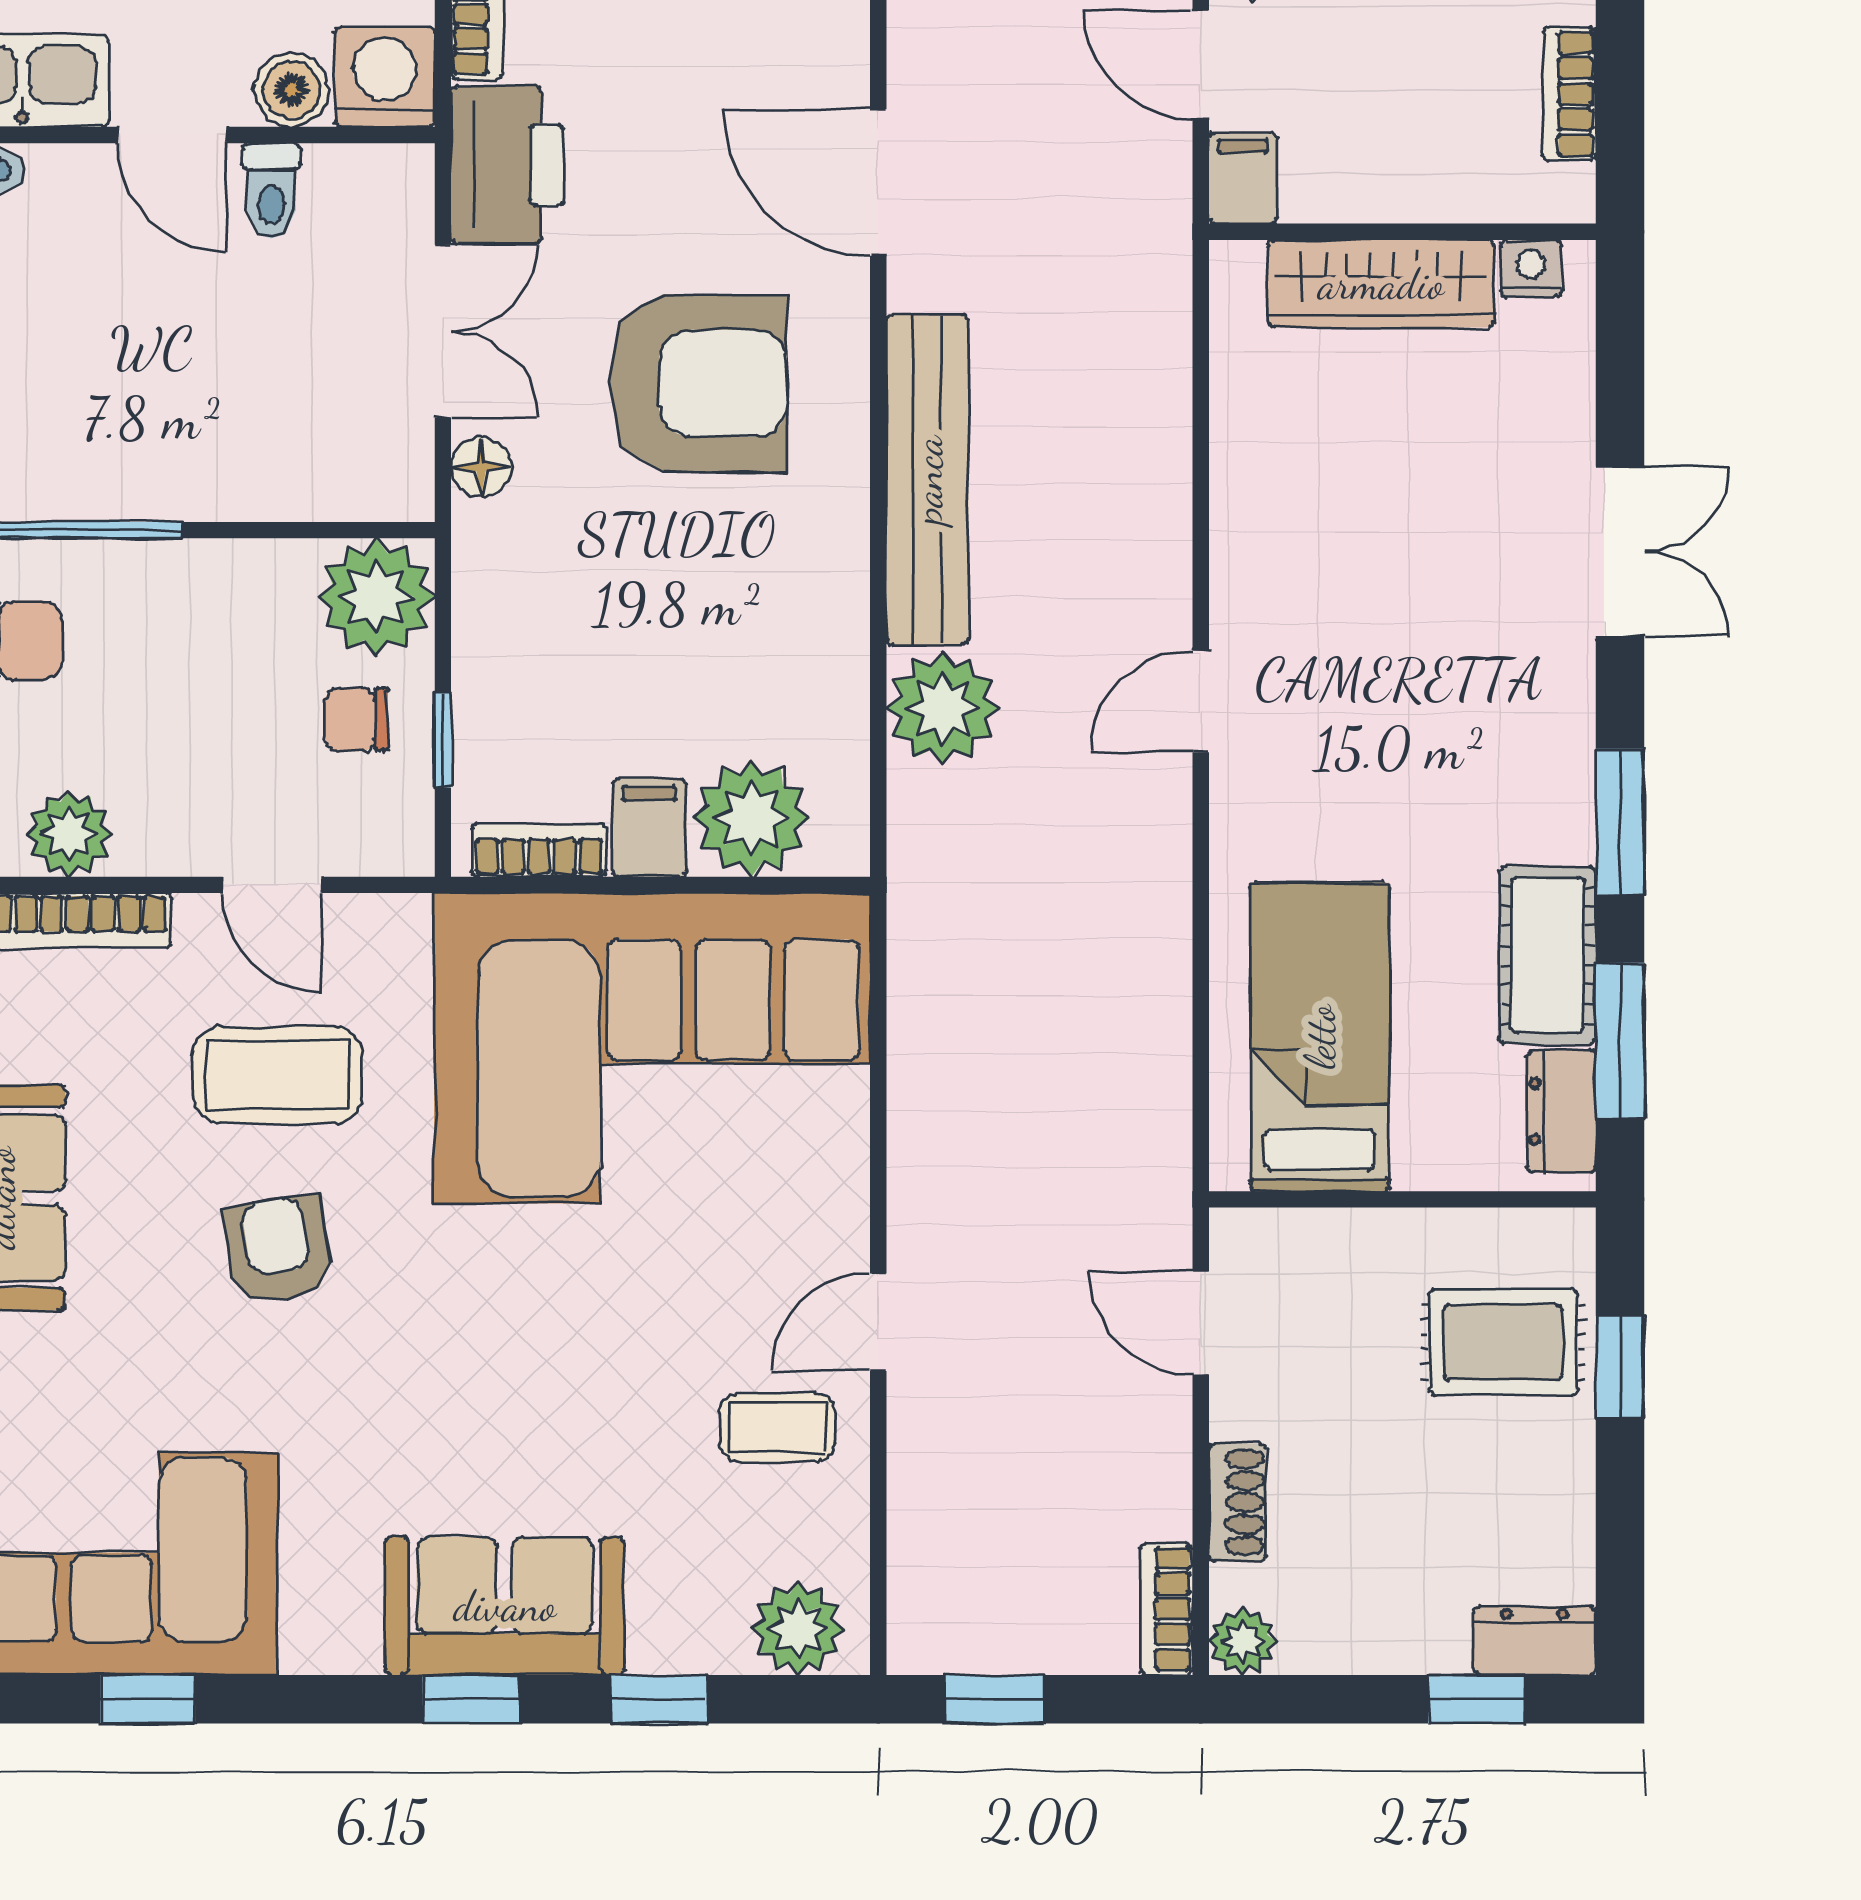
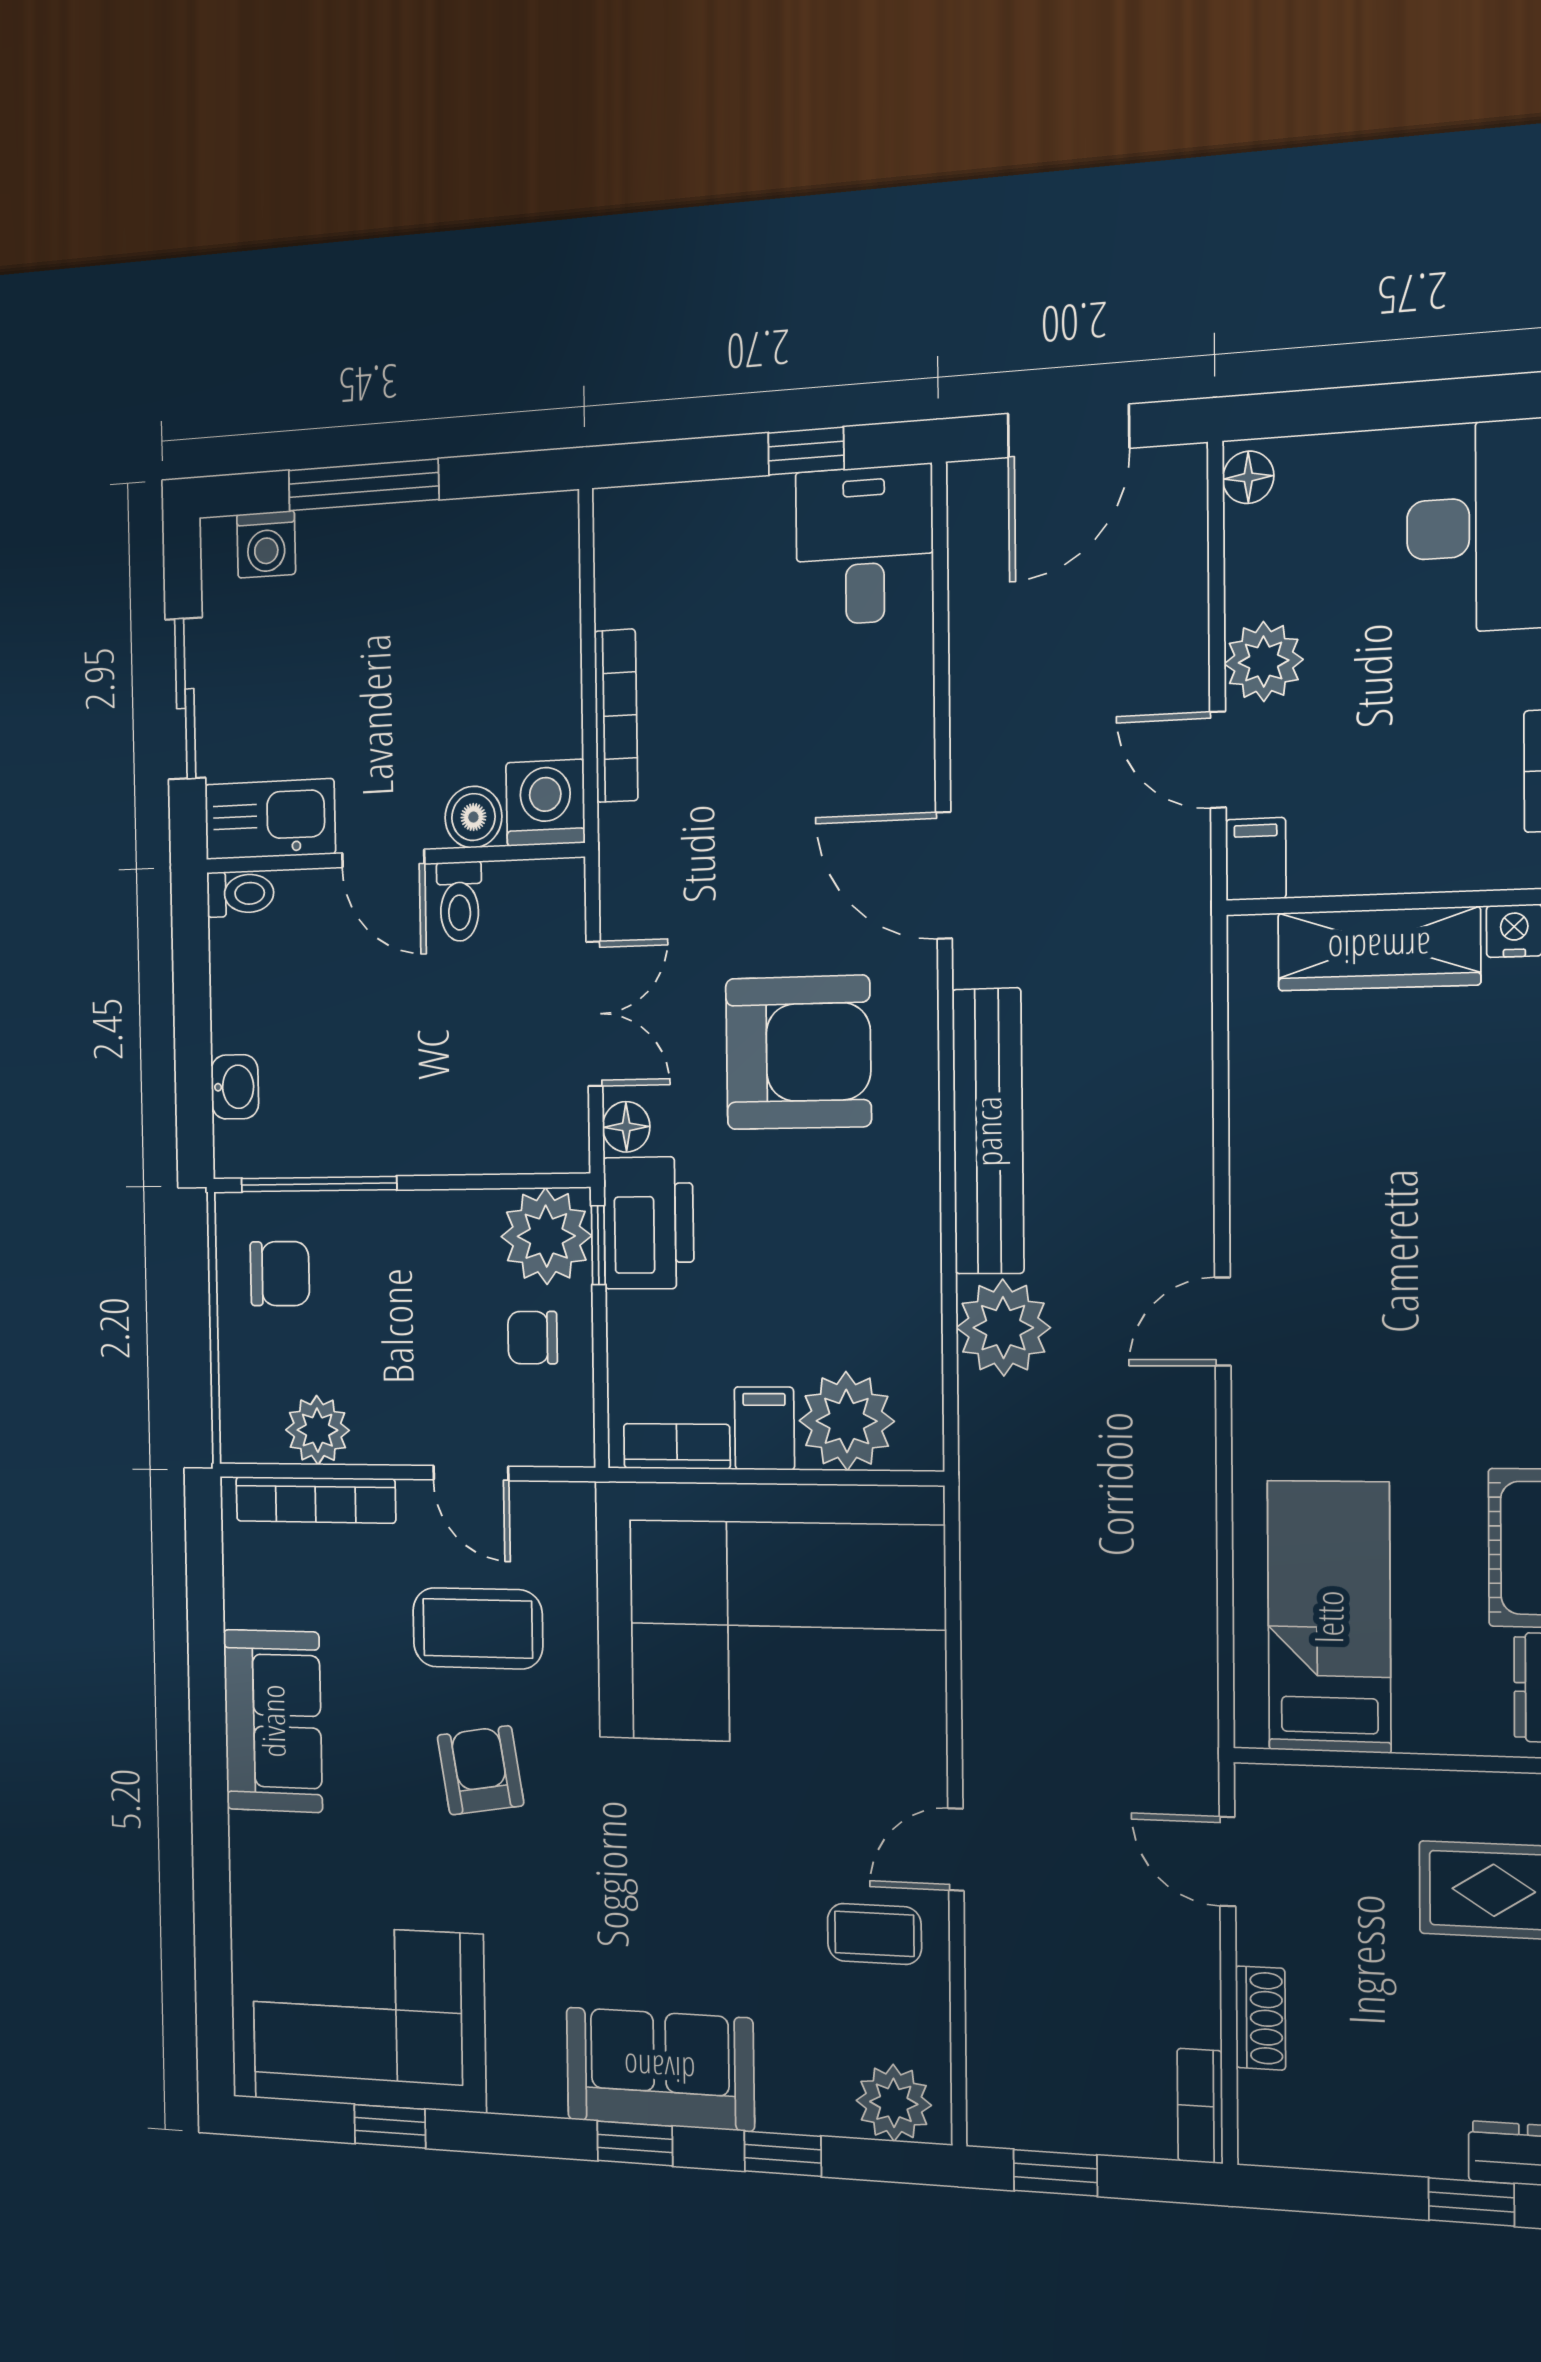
printer: (507, 165) -> (649, 1223), moved
window: (443, 740) -> (598, 1245), moved
plant: (1243, 1641) -> (1266, 2138), removed

